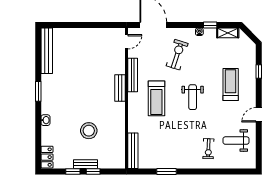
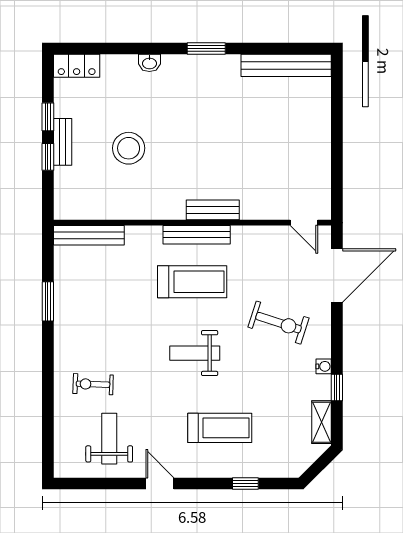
bench: (133, 75) -> (197, 235), moved
treadmill: (156, 98) -> (192, 282), turned 180

